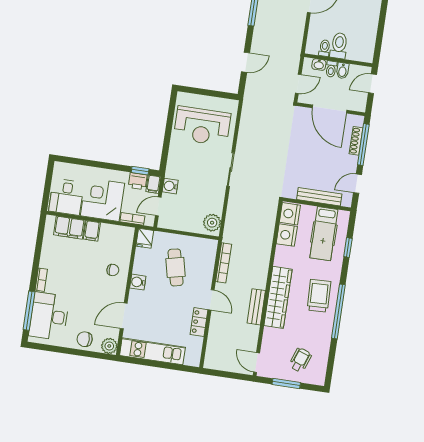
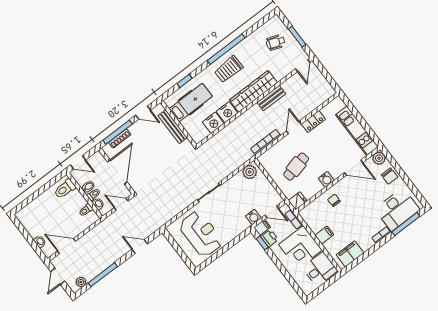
toilet: (339, 46) -> (65, 189), moved
nightstand: (290, 214) -> (227, 112), moved
filing cabinet: (69, 228) -> (350, 254), moved, turned -90

